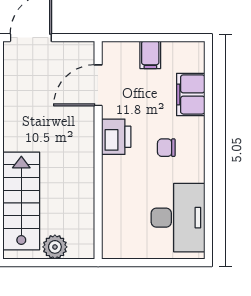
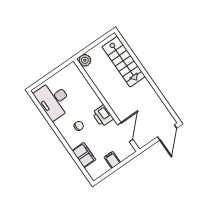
plant: (55, 247) -> (85, 60), moved

